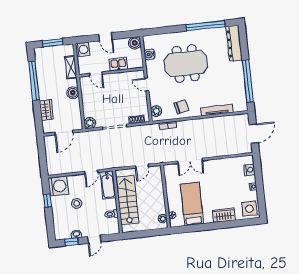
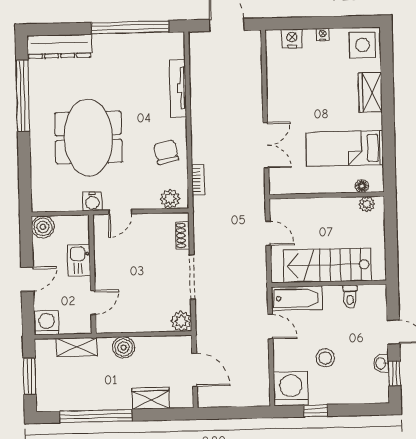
water cooler: (150, 54) -> (92, 201), moved

